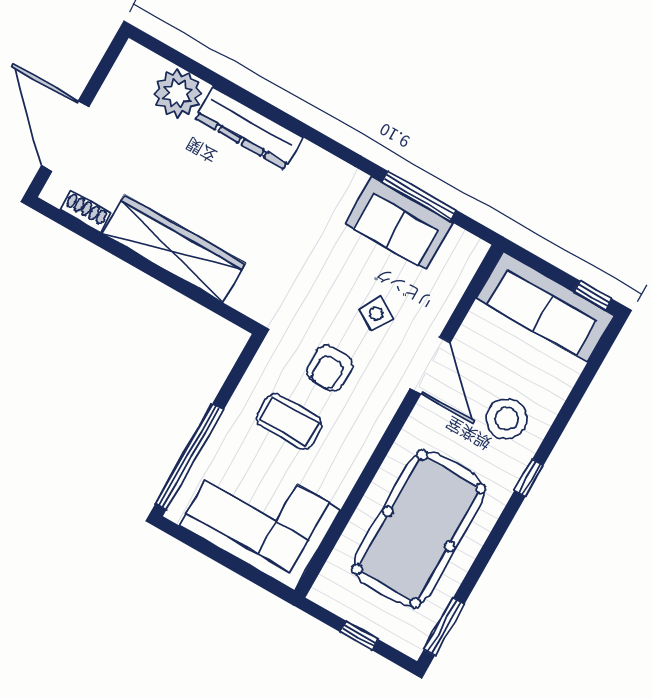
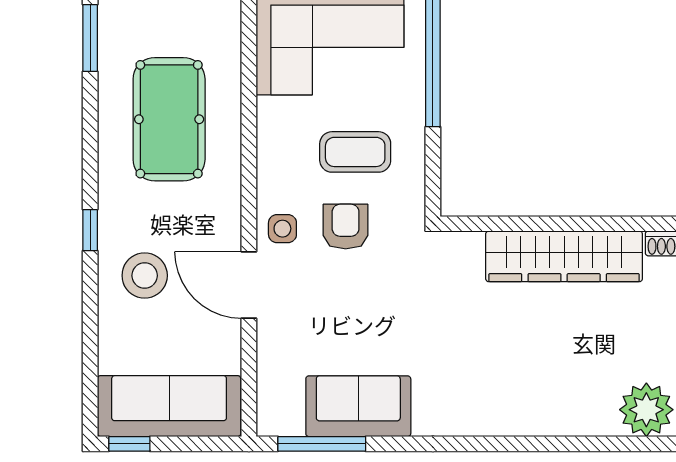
dresser: (249, 128) -> (558, 416), removed
window: (419, 196) -> (322, 444), moved
side table: (376, 313) -> (282, 229), moved, turned -32
pool table: (419, 529) -> (169, 119), width x0.73, depth x0.76

